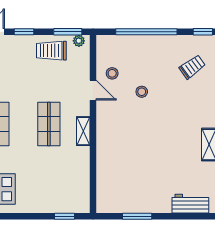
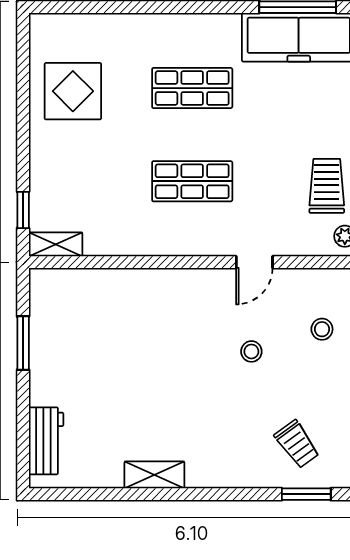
stool: (112, 73) -> (322, 329), moved
shelving: (83, 131) -> (56, 244), moved

